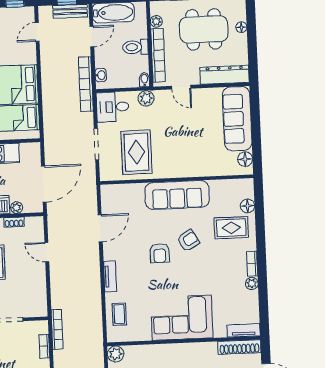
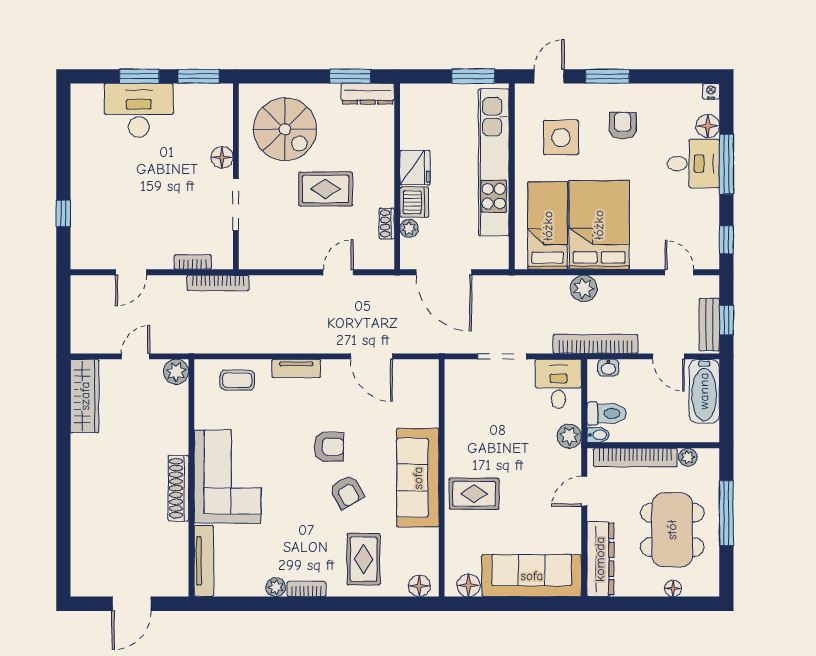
toilet: (135, 47) -> (606, 414), moved, turned 90
plant: (50, 93) -> (584, 288), added
rug: (136, 152) -> (474, 494), moved, width x0.73, depth x0.70
floor lamp: (248, 206) -> (419, 586), moved
armchair: (160, 253) -> (329, 447), turned 180
tv unit: (244, 330) -> (204, 561), width x1.41
shoe rack: (239, 347) -> (178, 488), moved

